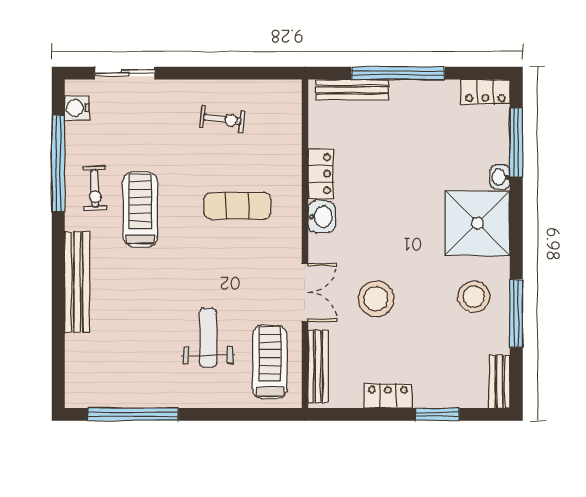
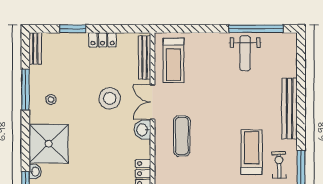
exercise mat: (237, 206) -> (182, 136), moved, turned 90
treadmill: (140, 209) -> (252, 152), turned 180
washbasin: (321, 217) -> (143, 130), moved
stool: (474, 297) -> (51, 100), width x0.53, depth x0.53
weight bench: (208, 338) -> (245, 53), moved

